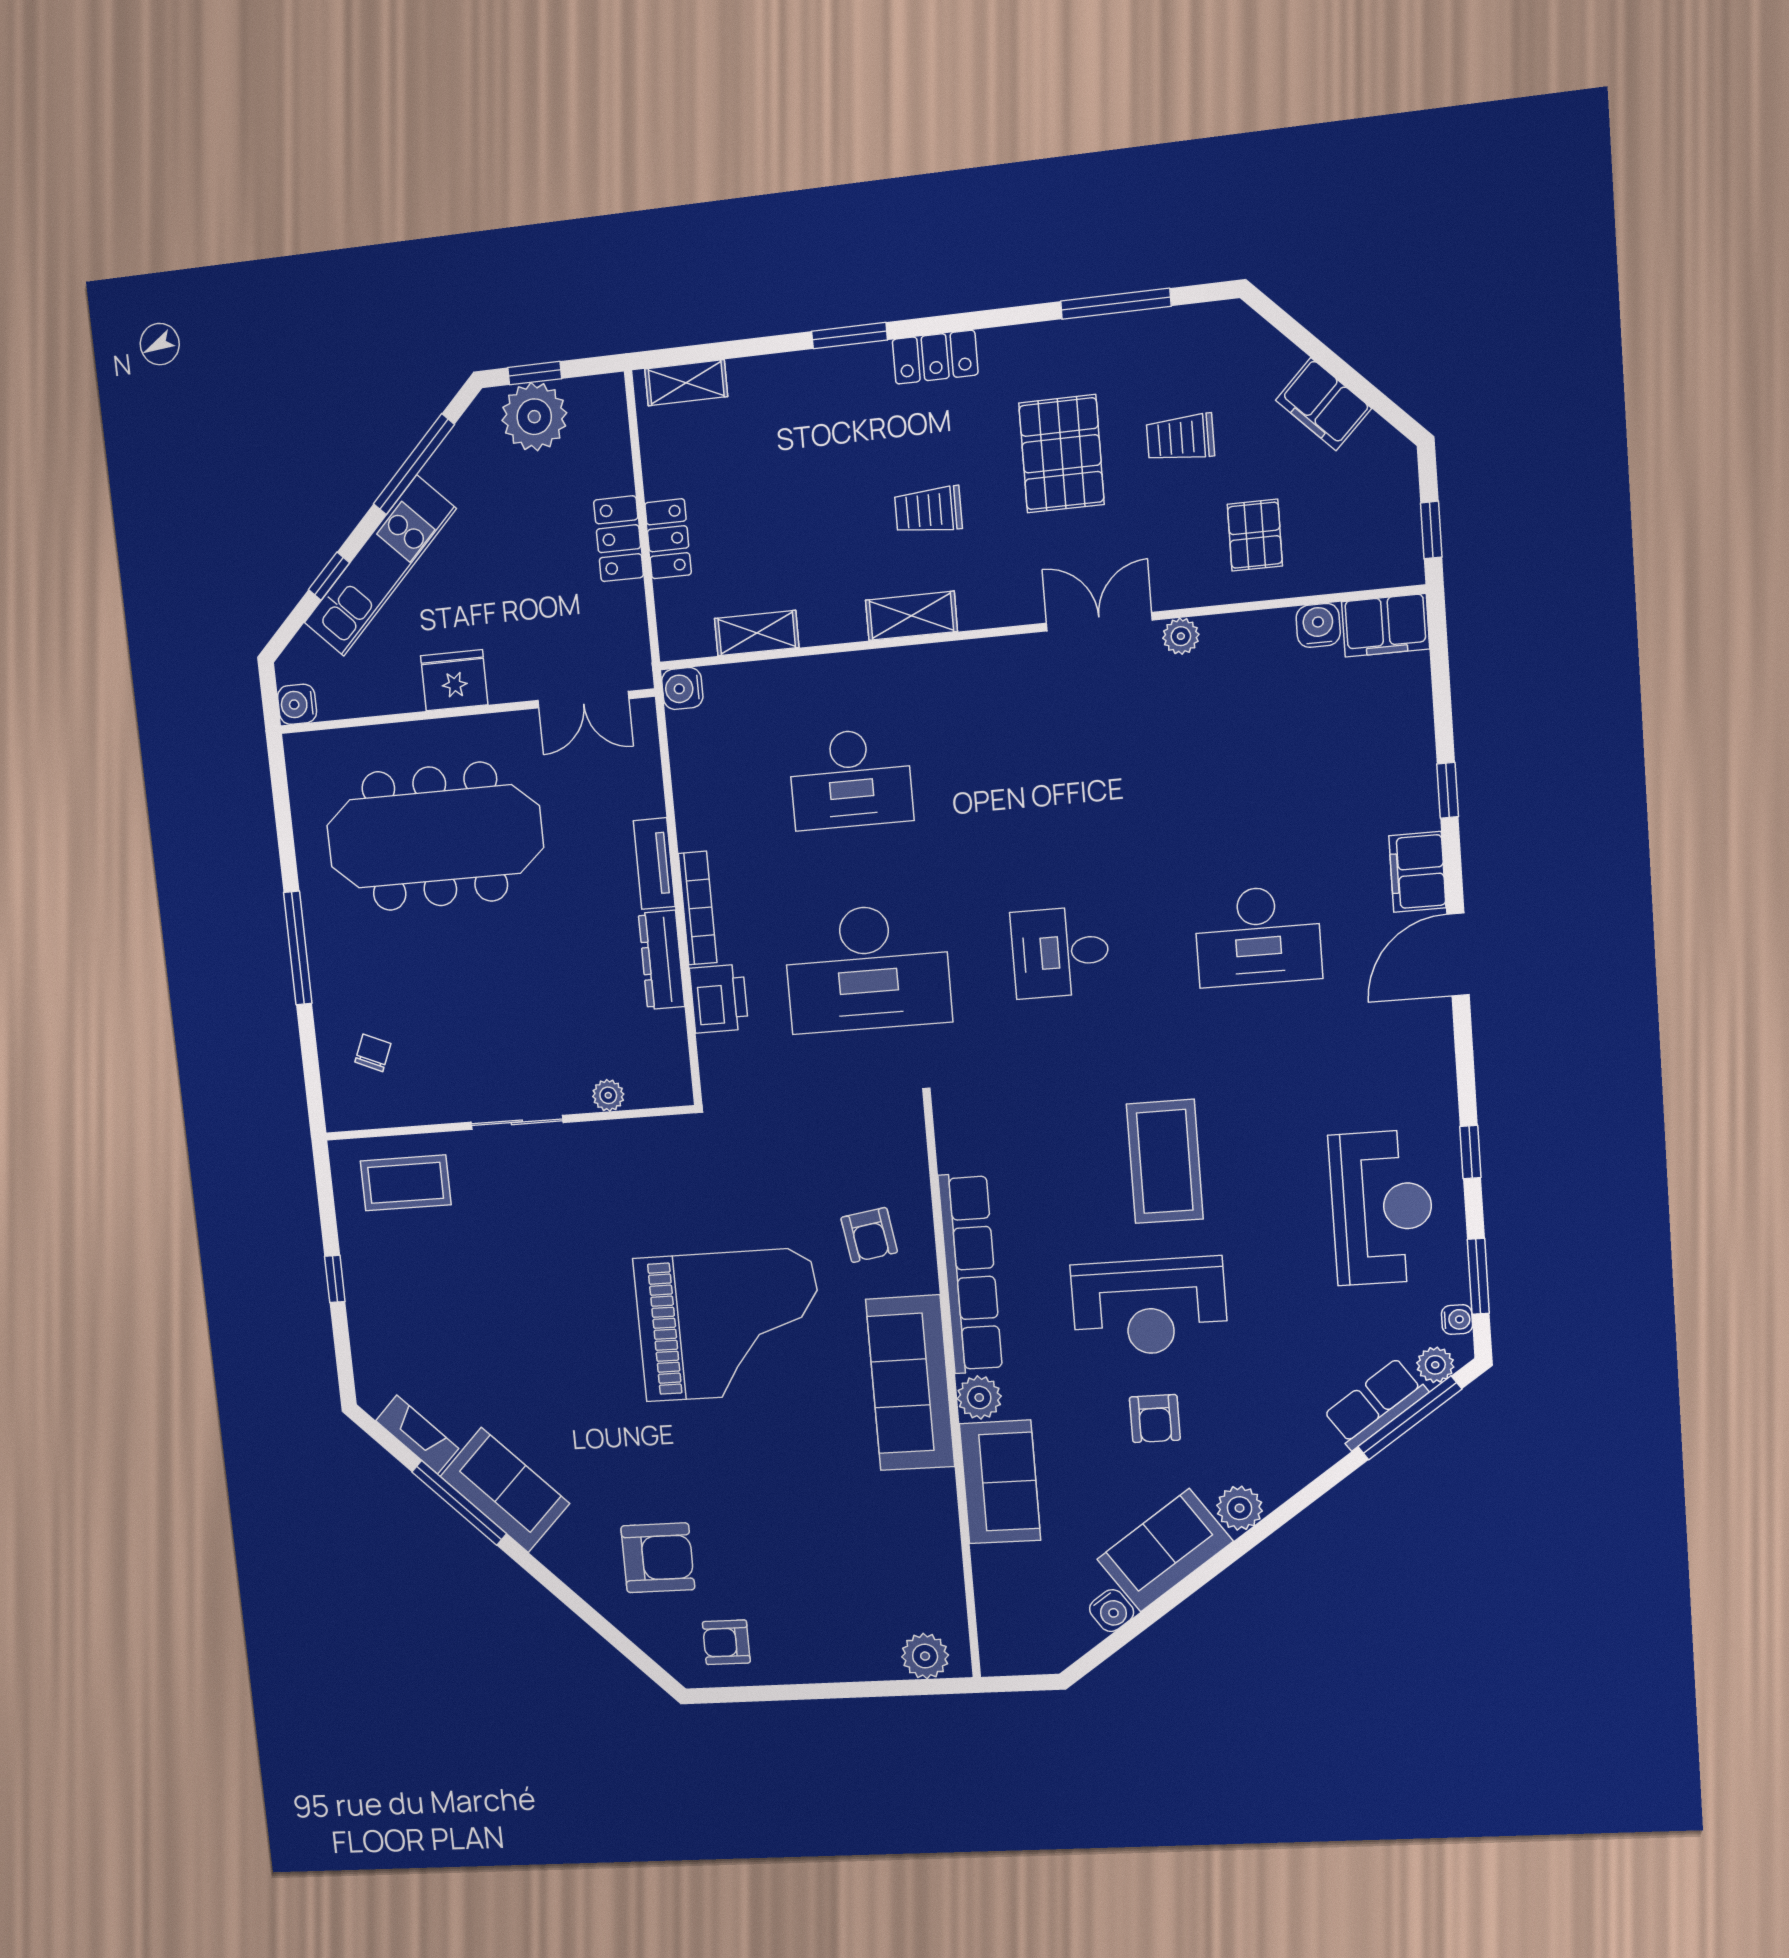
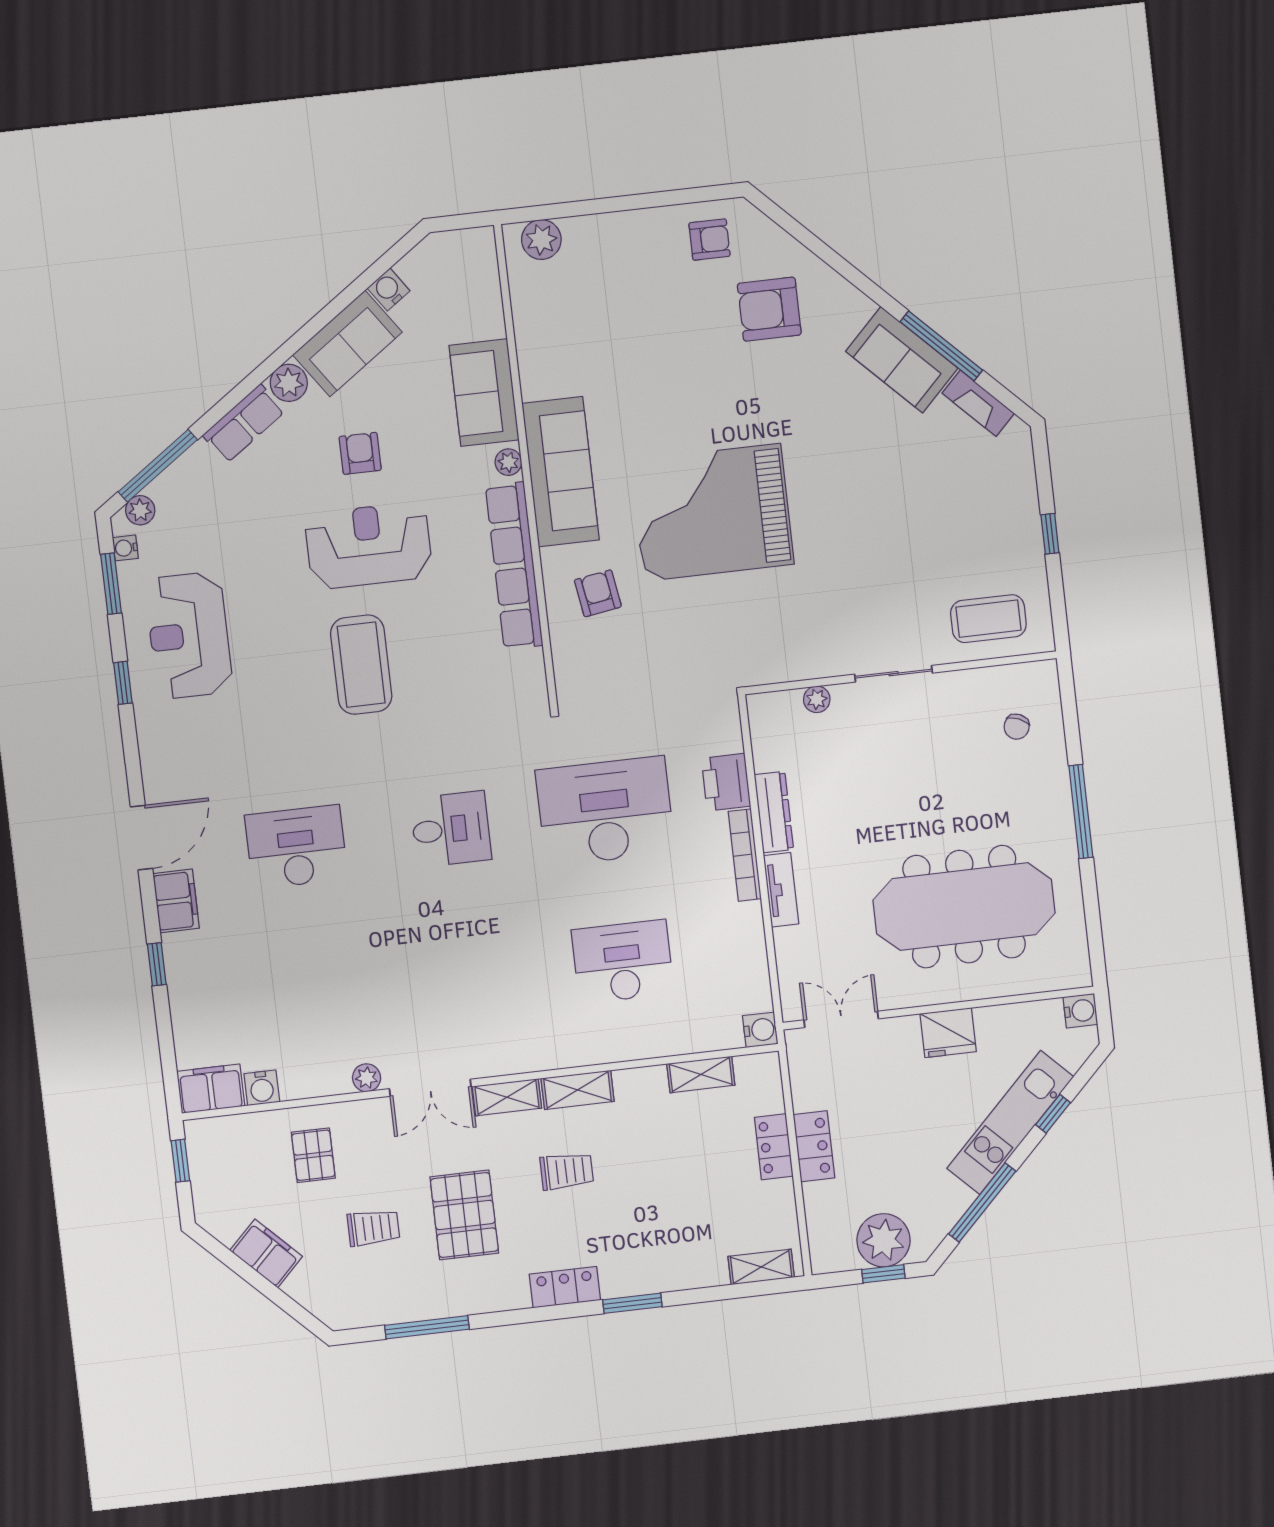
shelving: (1001, 608) -> (507, 1097), added
plant: (979, 1397) -> (508, 462), width x0.73, depth x0.73
row of seats: (1375, 1404) -> (244, 423), moved

